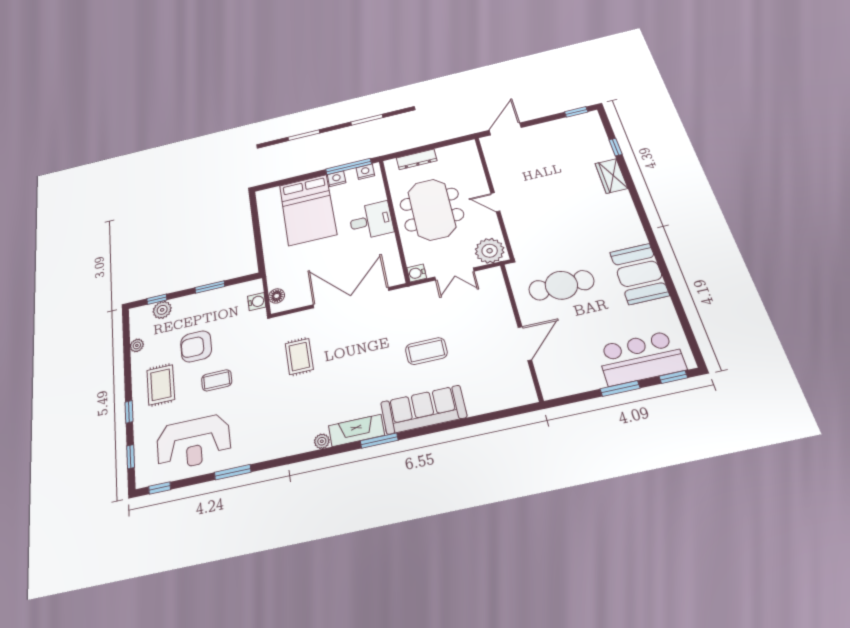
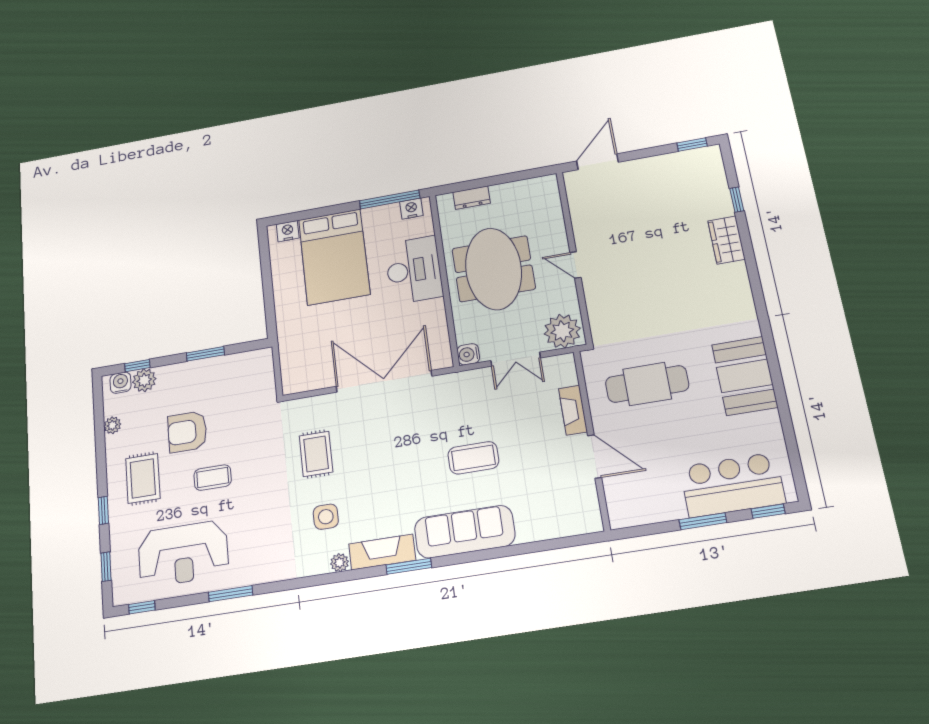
dresser: (417, 159) -> (472, 198), width x0.70
nightstand: (337, 179) -> (288, 231), moved
desk: (371, 221) -> (414, 270), width x1.37
floor lamp: (277, 296) -> (290, 372), removed
water cooler: (257, 302) -> (120, 383), moved, turned -90
fireplace: (504, 309) -> (573, 410), added
door: (525, 343) -> (595, 456), hinge flipped
side table: (309, 405) -> (326, 517), added

